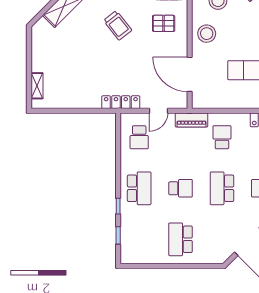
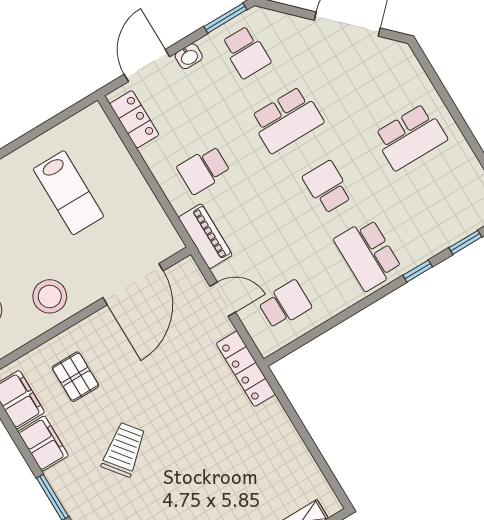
school desk: (139, 188) -> (368, 254), turned -90

